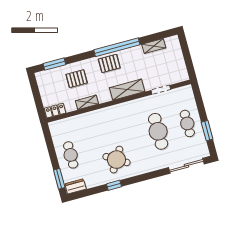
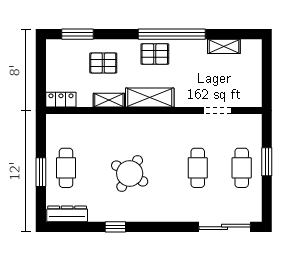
shelving: (127, 90) -> (150, 98), moved
cafe table: (158, 131) -> (198, 168), width x0.73, depth x0.74
window: (207, 131) -> (267, 162), moved
round table: (116, 160) -> (130, 173), moved
window: (59, 179) -> (41, 172), moved
dresser: (76, 186) -> (67, 214), width x1.44

